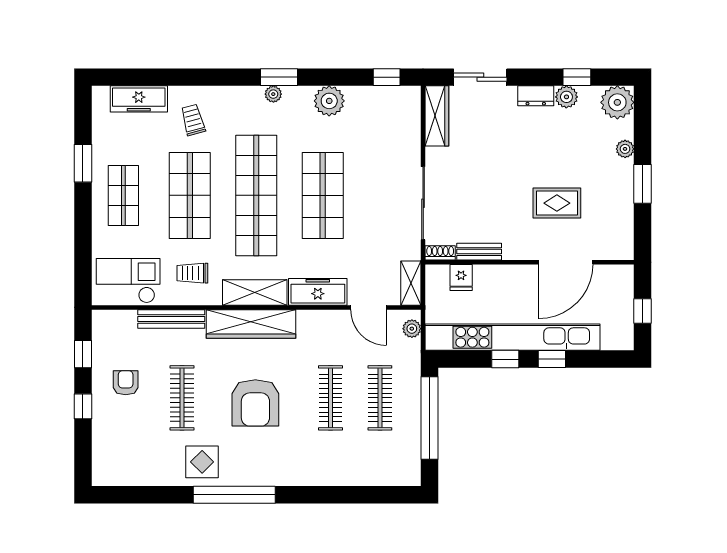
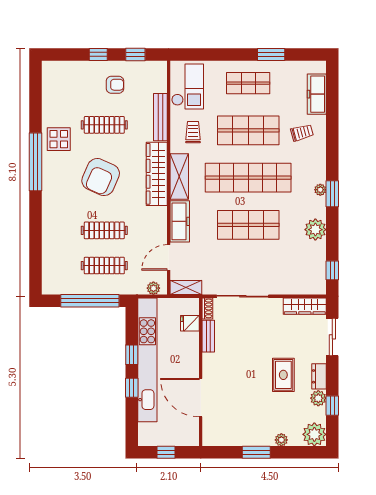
rug: (557, 203) -> (283, 375), moved
armchair: (255, 403) -> (101, 177), turned -66

